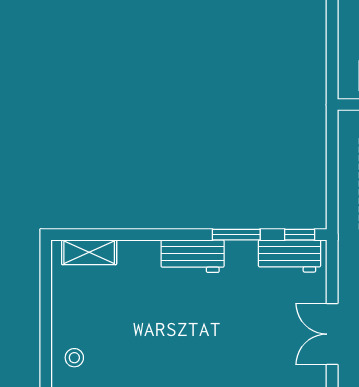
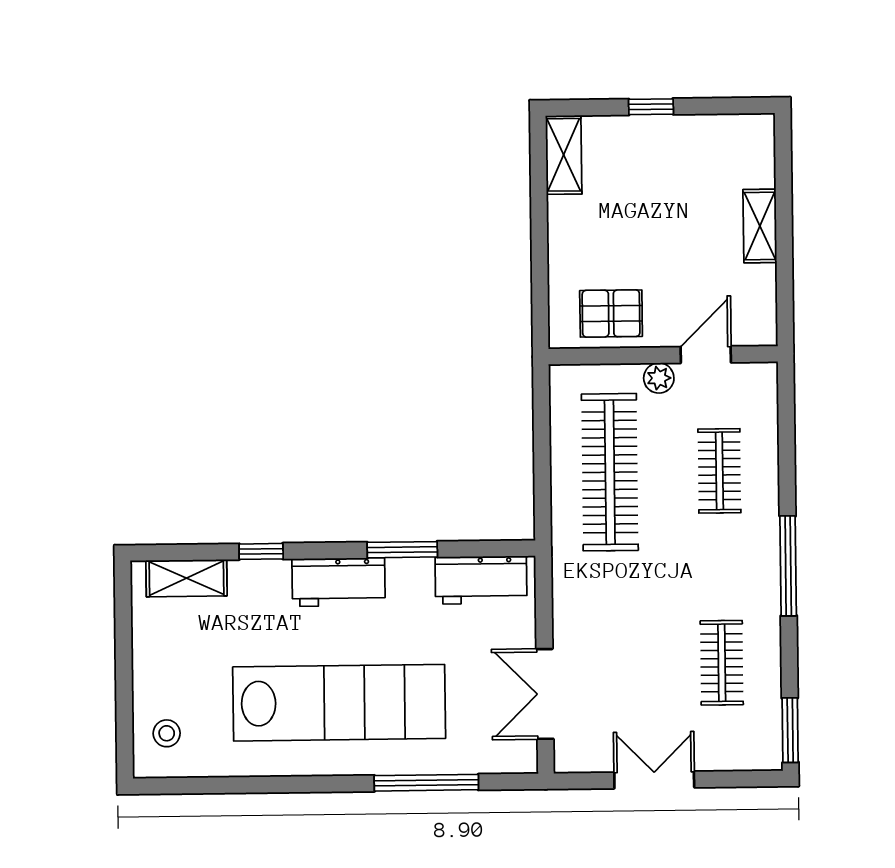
window: (300, 235) -> (261, 551), moved
lab bench: (192, 338) -> (339, 703), added

